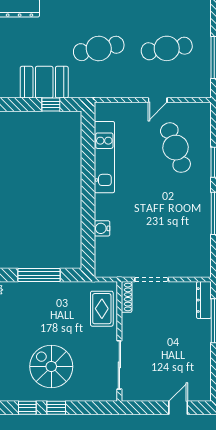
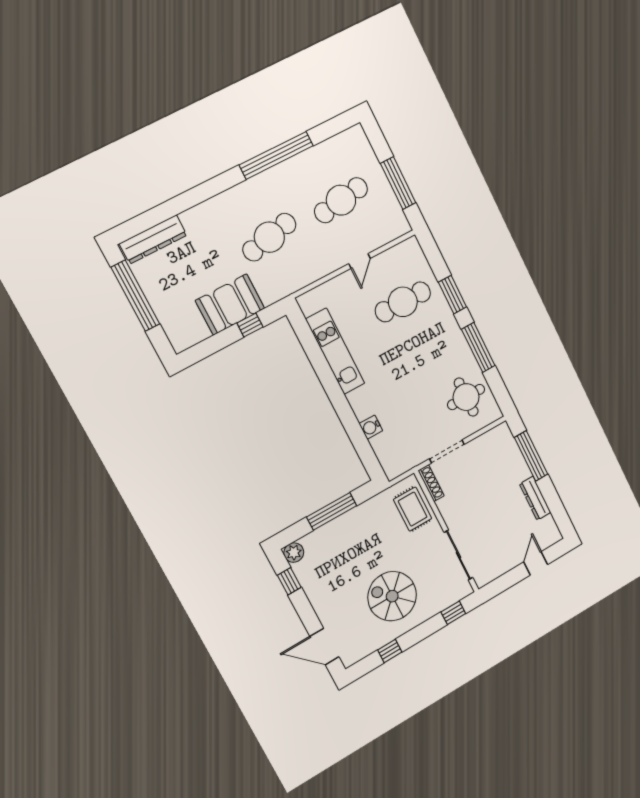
cafe table: (175, 148) -> (403, 302), turned -70
round table: (188, 246) -> (466, 397), added
dresser: (204, 300) -> (535, 498), moved
window: (56, 408) -> (453, 613), moved

